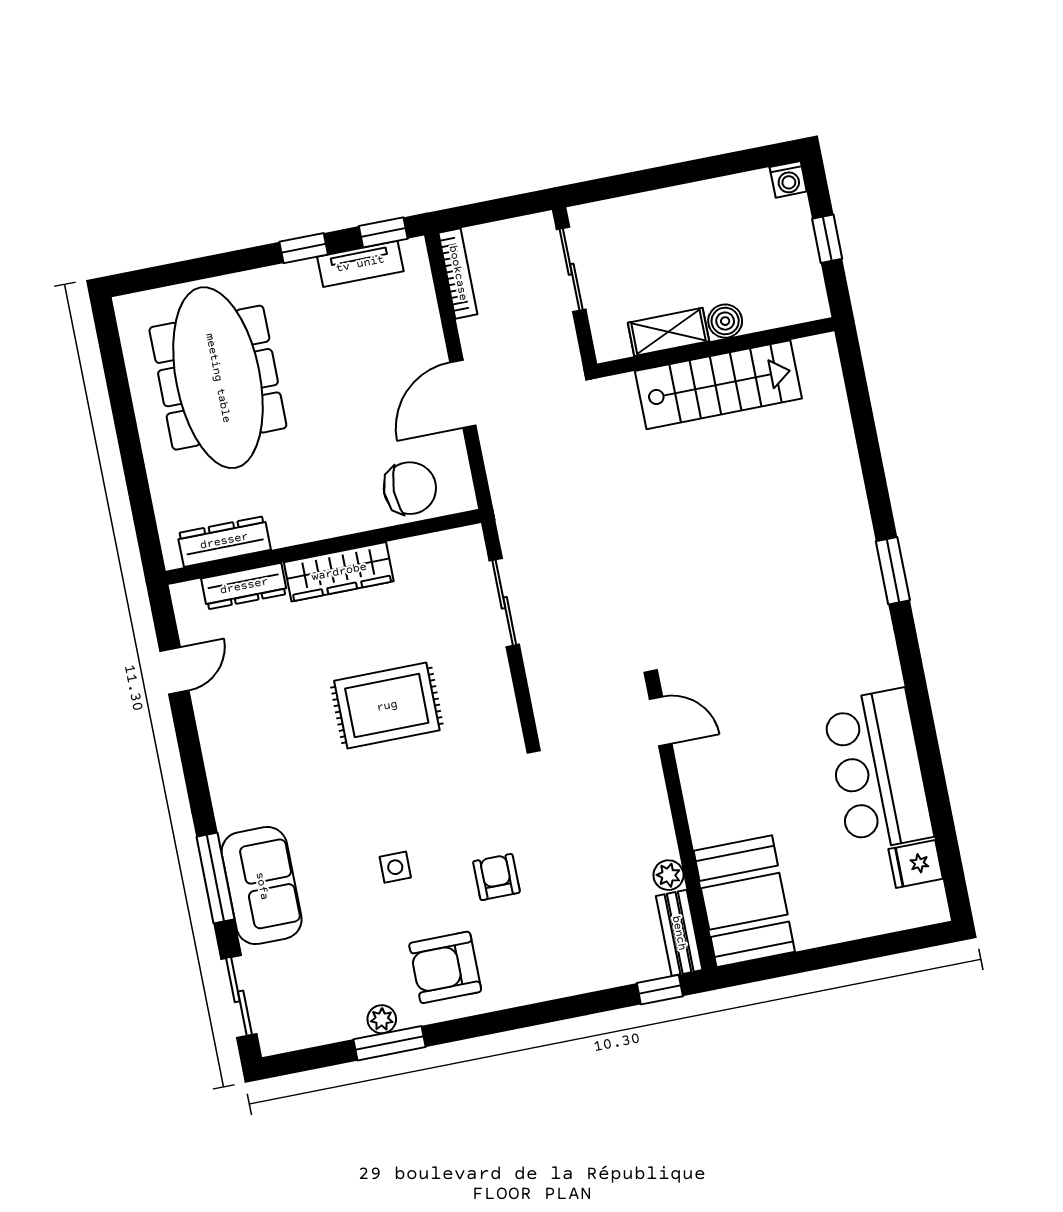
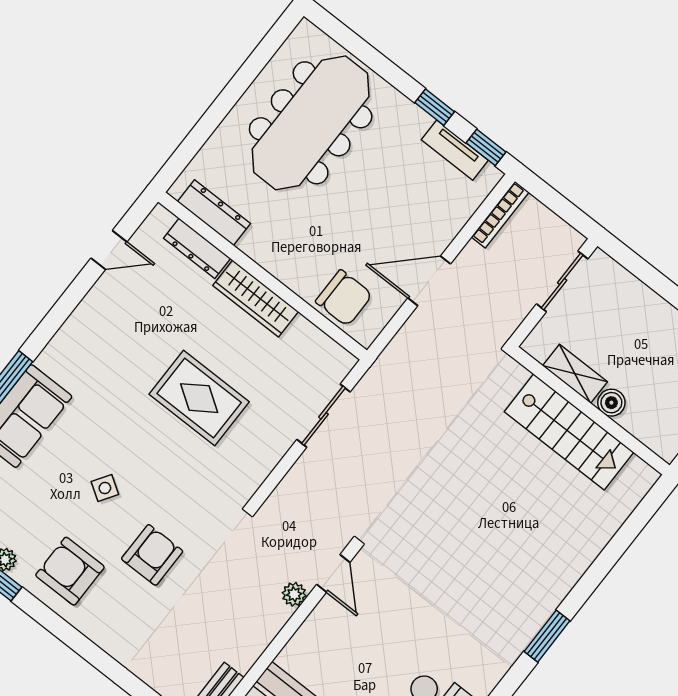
side table: (395, 867) -> (105, 488), turned 33
plant: (668, 875) -> (294, 594), moved
armchair: (496, 877) -> (152, 555), width x1.38, depth x1.38

